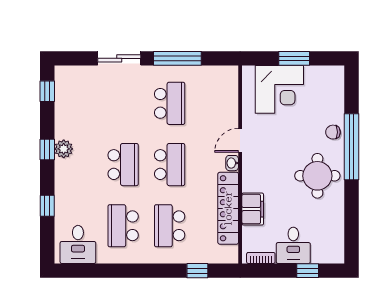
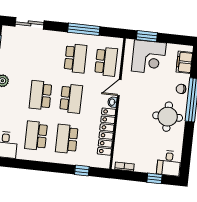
sliding door: (119, 58) -> (30, 23), moved
window: (294, 58) -> (147, 36), moved
school desk: (216, 103) -> (106, 62), added
school desk: (123, 165) -> (40, 95), turned 180
filing cabinet: (253, 209) -> (184, 62), moved, turned 180
desk: (293, 245) -> (169, 163), moved

